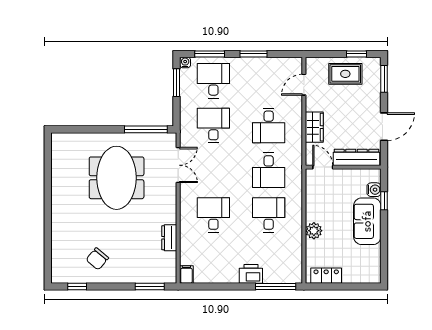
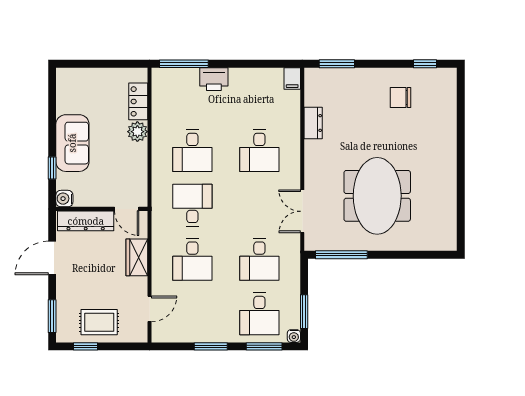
desk: (269, 125) -> (192, 259), turned 180
water cooler: (374, 190) -> (64, 199), moved
chair: (97, 259) -> (401, 97), turned -130
locker: (326, 276) -> (138, 101), moved, turned 90

